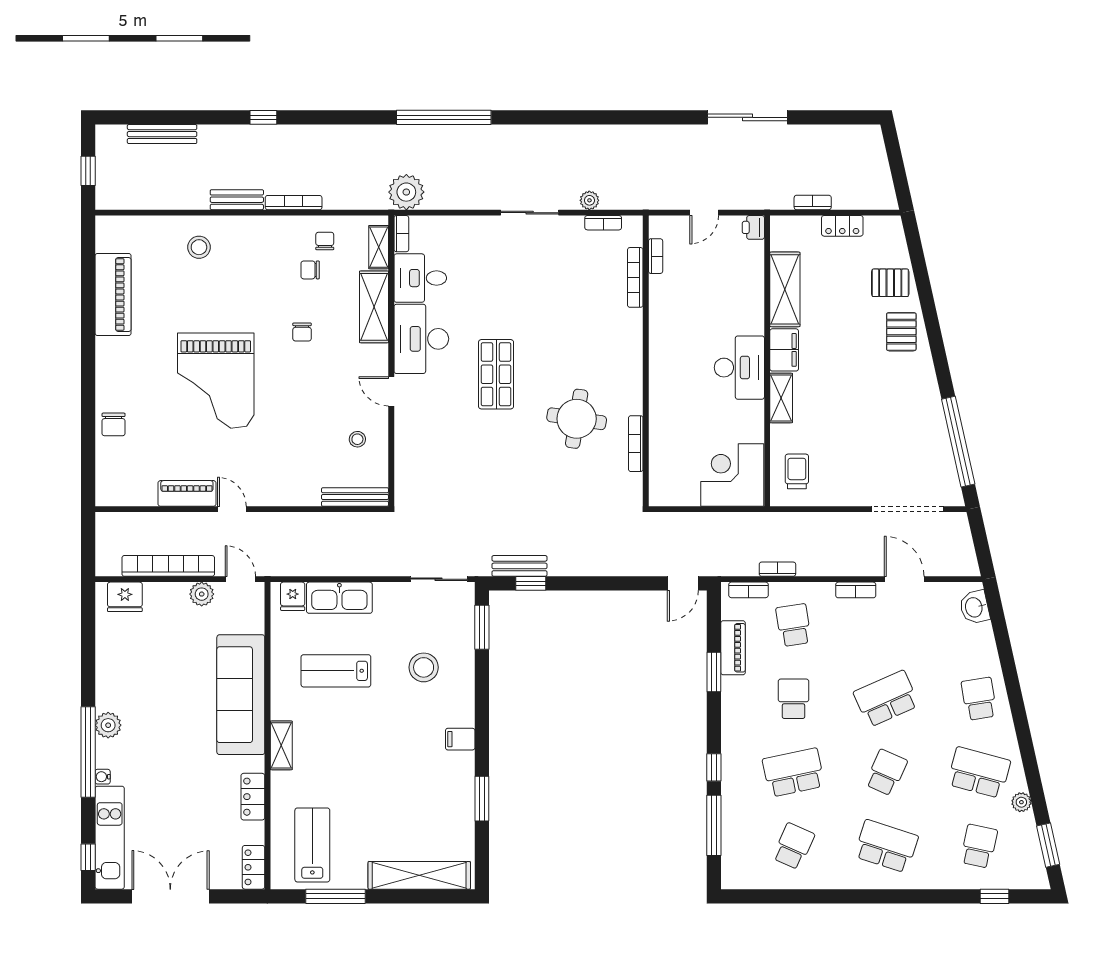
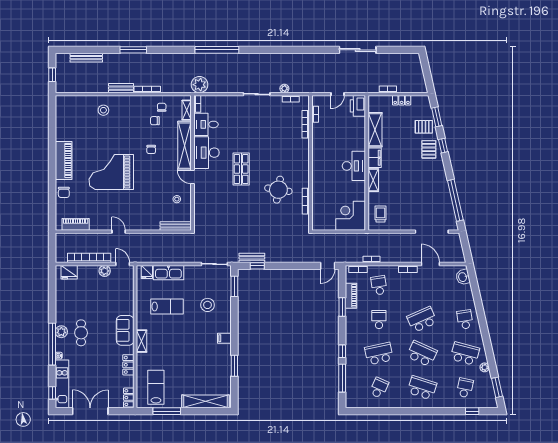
window: (263, 117) -> (133, 50), width x2.17
printer: (753, 227) -> (358, 106), width x1.87, depth x1.48
window: (918, 262) -> (437, 117), added
piano: (113, 294) -> (64, 160), moved
shelving: (374, 307) -> (185, 146), width x1.47
window: (932, 324) -> (443, 146), added
grand piano: (216, 381) -> (111, 172), turned 90
piano: (187, 493) -> (76, 224), moved
lab bench: (336, 671) -> (167, 306), turned 180
sofa: (241, 695) -> (125, 330), width x0.54, depth x0.79
cafe table: (151, 727) -> (81, 333), added
school desk: (886, 772) -> (422, 354), width x1.85

